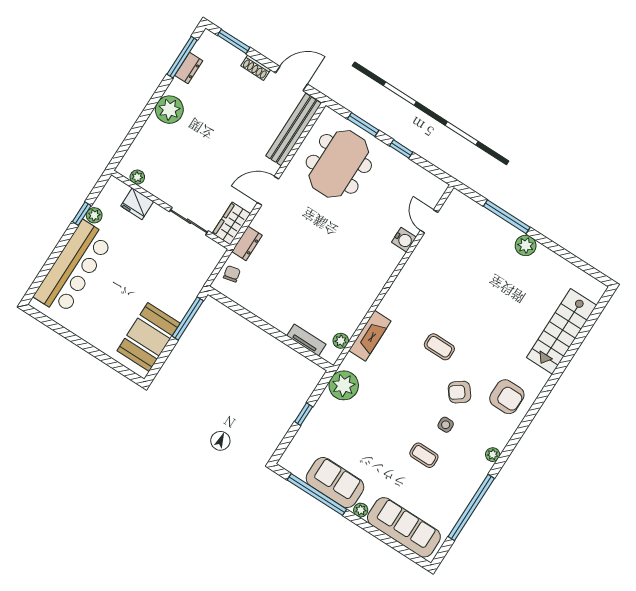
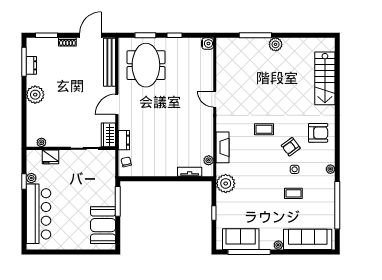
door: (429, 221) -> (215, 99), moved
water cooler: (404, 240) -> (208, 44), moved
sofa: (335, 483) -> (241, 239), moved

